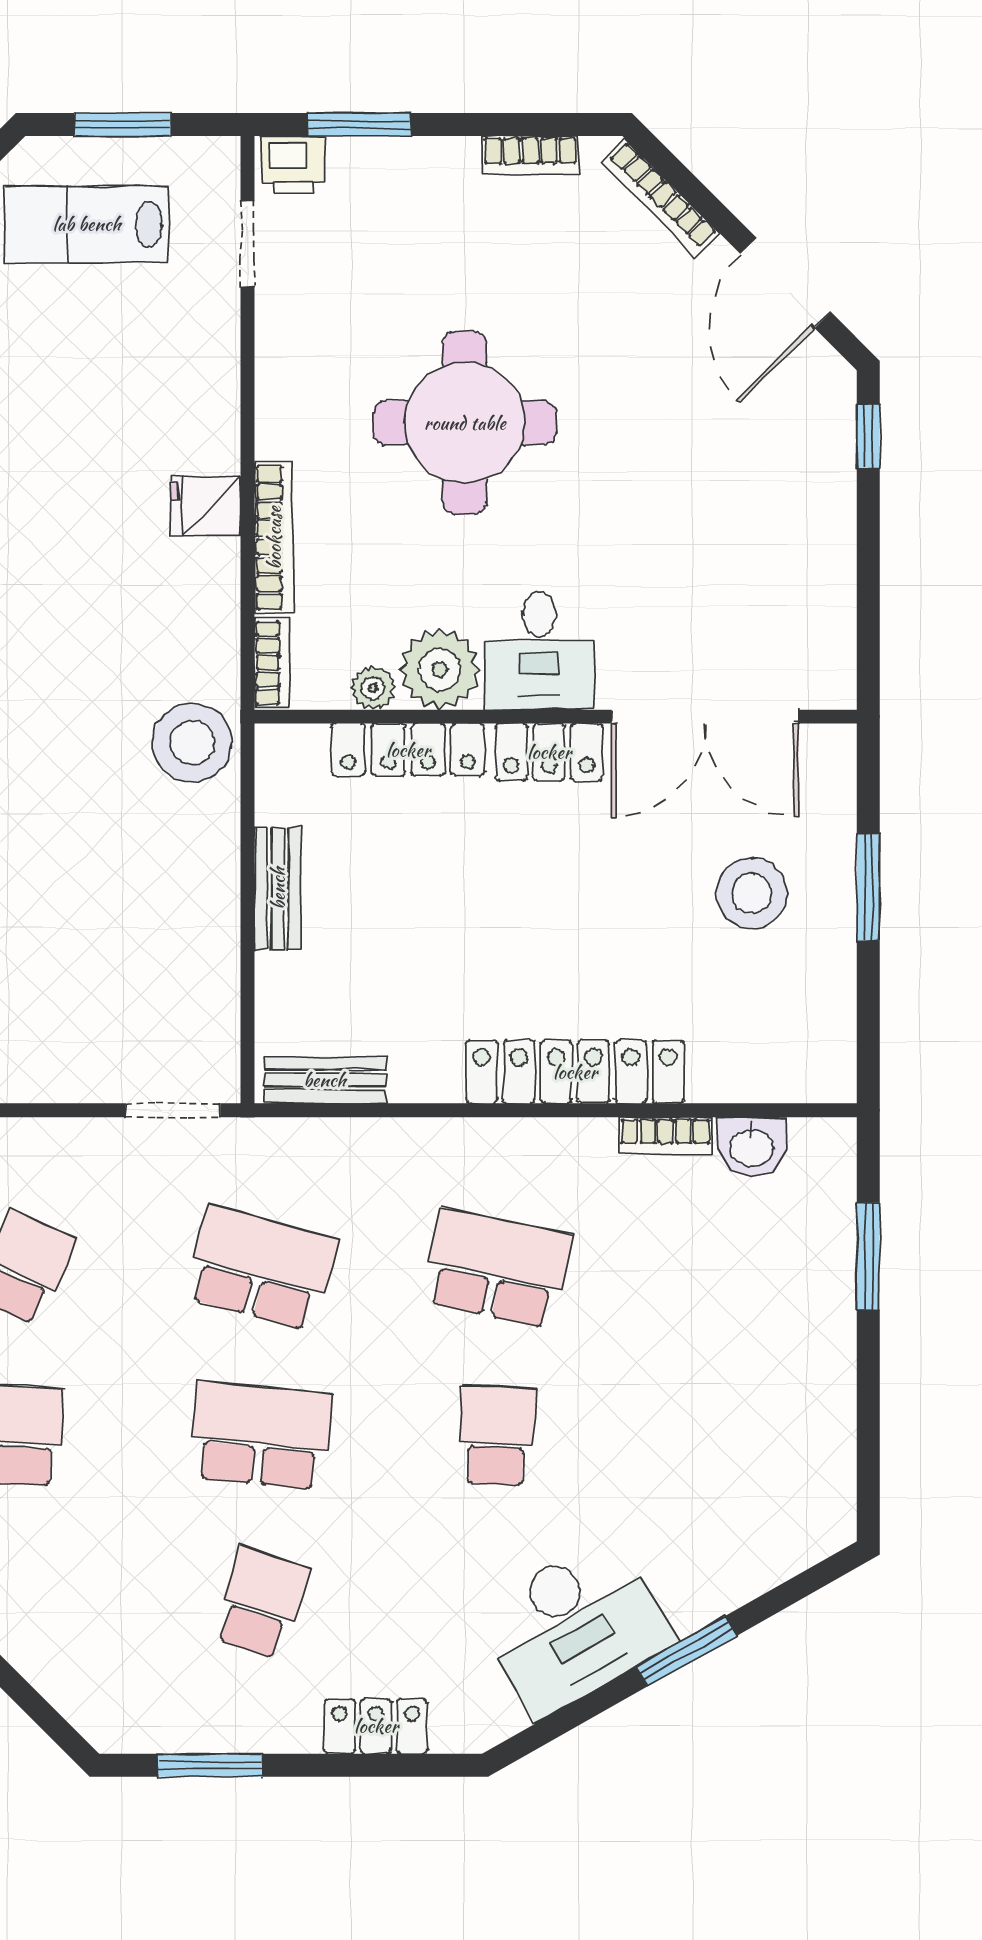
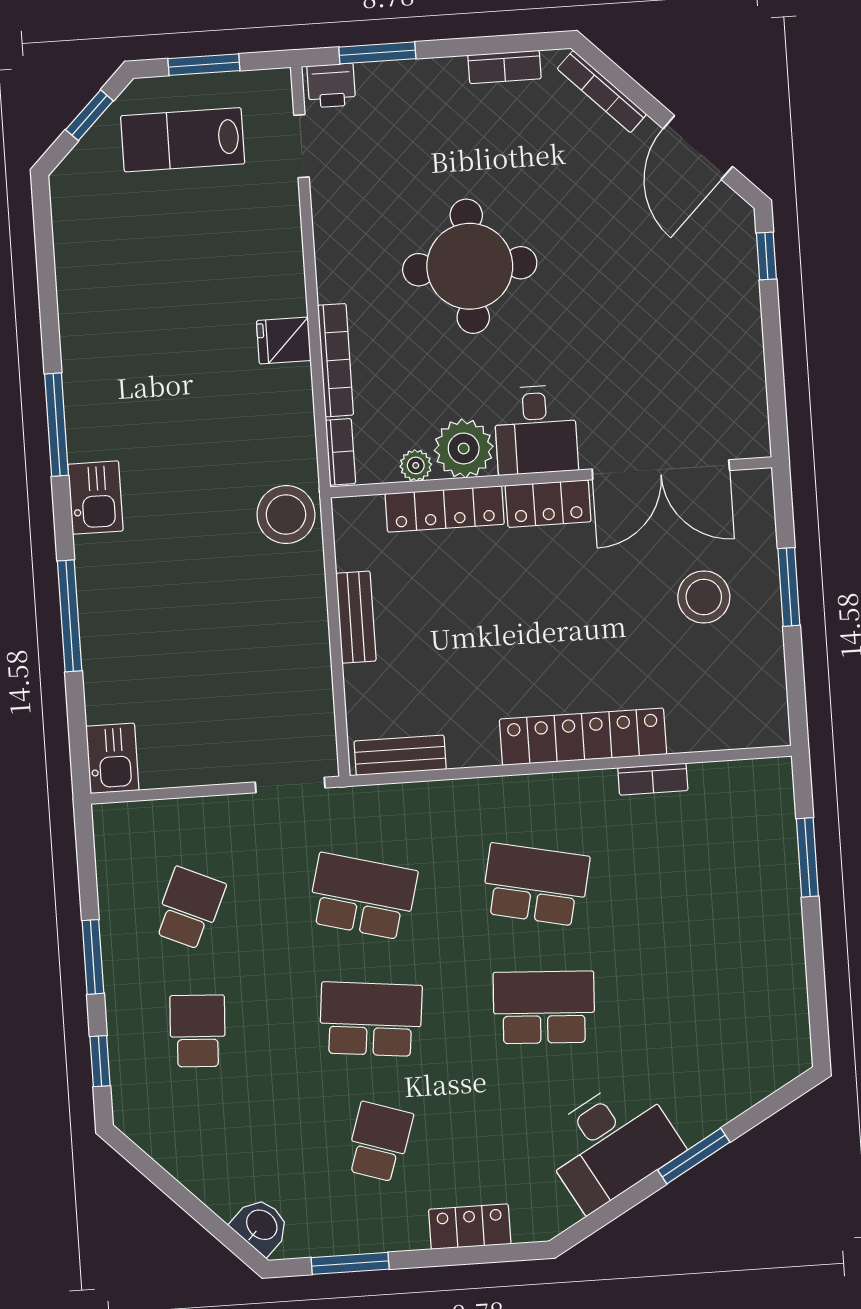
washbasin: (752, 1146) -> (261, 1226), moved, turned -135
school desk: (497, 1435) -> (544, 1007), width x1.85

